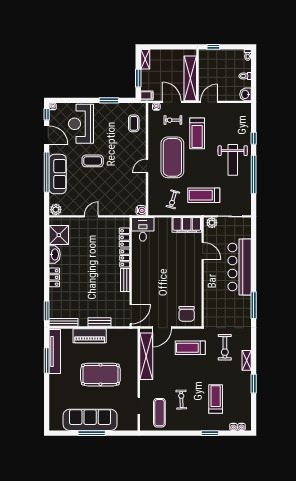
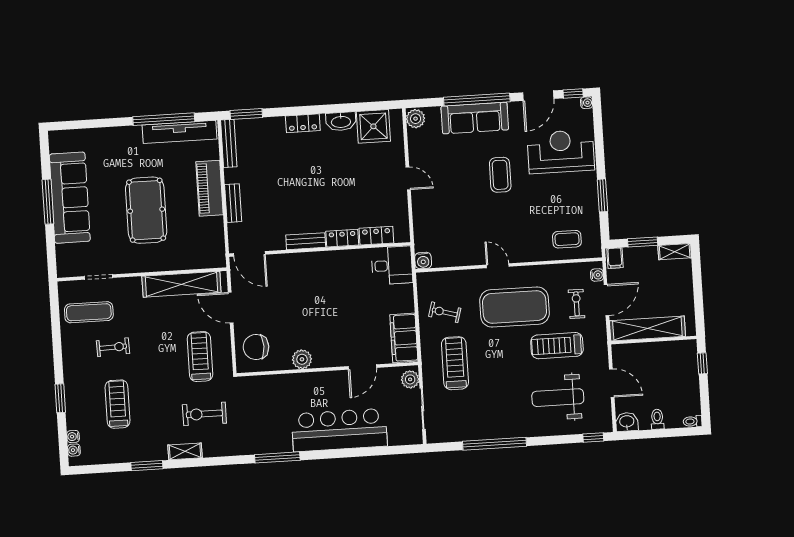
door: (209, 102) -> (612, 383), moved
window: (254, 138) -> (593, 438), moved
weight bench: (233, 160) -> (558, 398), moved
plant: (196, 287) -> (302, 359), added
window: (47, 360) -> (164, 119), width x1.46
treadmill: (216, 399) -> (118, 404), turned -90

